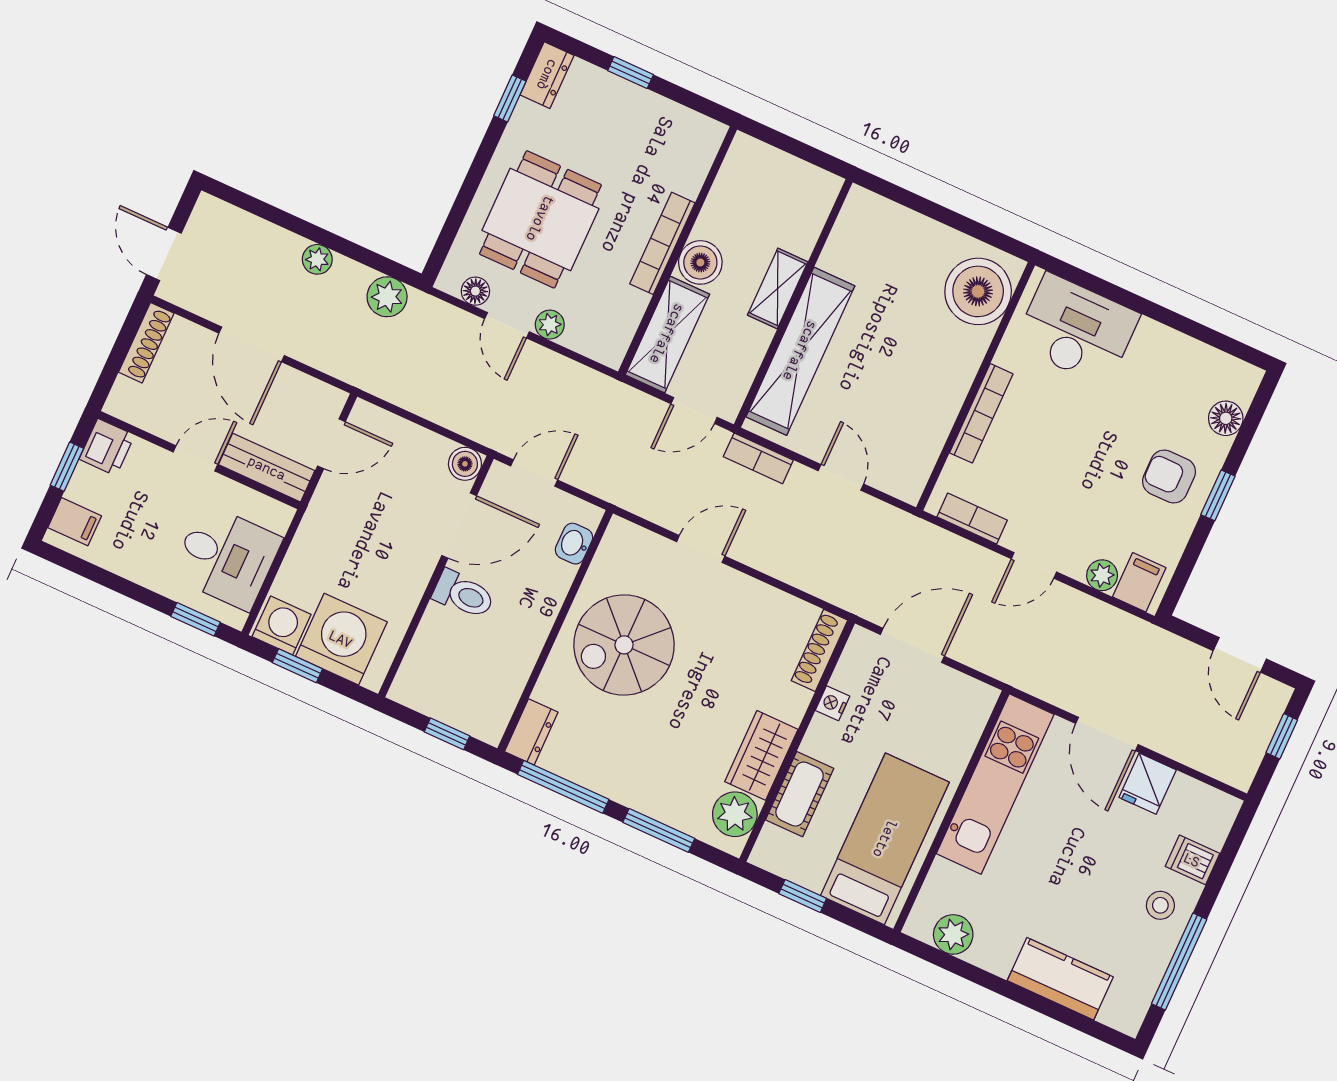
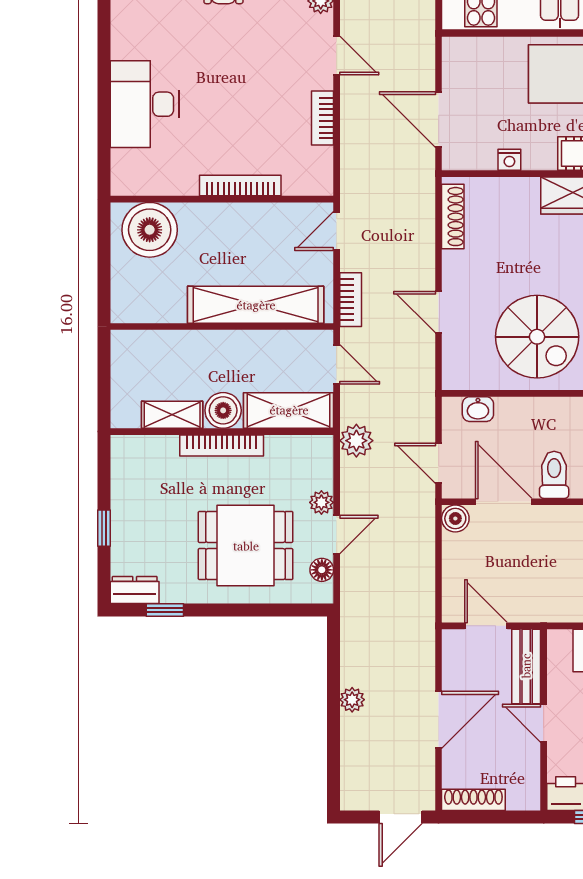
shelving: (778, 288) -> (172, 415), moved
boiler: (978, 291) -> (150, 230), moved
plant: (387, 297) -> (356, 441), moved
wall: (976, 386) -> (222, 199), moved
bookcase: (981, 413) -> (240, 185), moved
shoe rack: (819, 650) -> (453, 217), moved, turned -90

